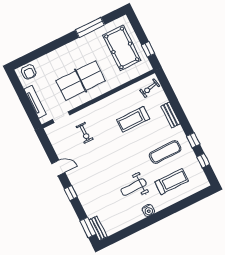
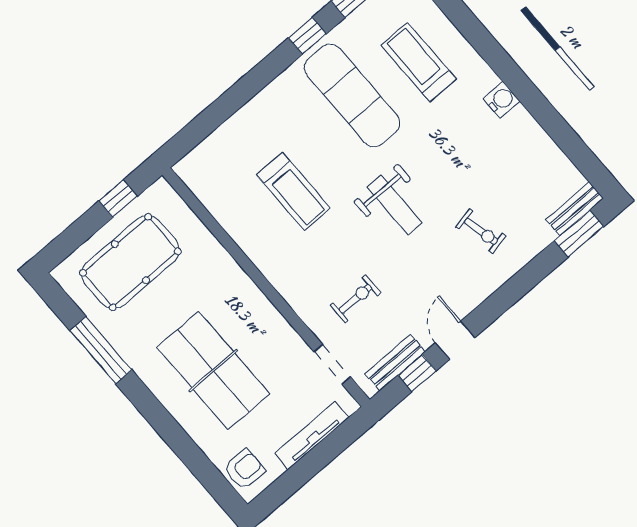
table tennis table: (81, 81) -> (213, 371), moved
exercise bike: (150, 88) -> (481, 231), moved
bench: (171, 115) -> (395, 363), moved
exercise mat: (165, 152) -> (352, 95), width x1.36, depth x1.45
weight bench: (133, 187) -> (395, 205), moved
window: (71, 193) -> (417, 373), moved

